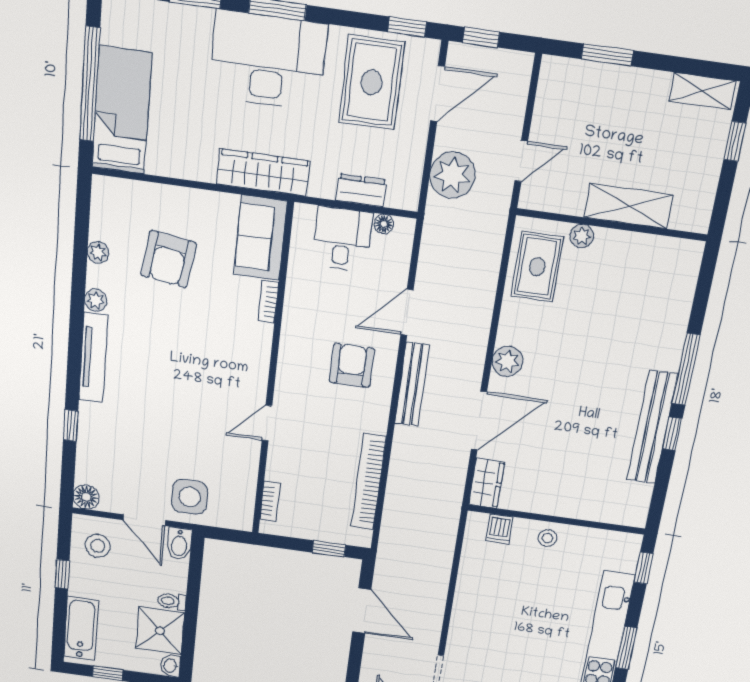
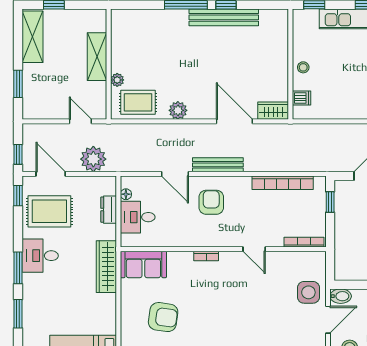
desk: (268, 61) -> (40, 256), width x0.53, depth x0.77
shelving: (703, 91) -> (32, 37), width x1.50, depth x1.33
bookcase: (268, 302) -> (206, 256), moved
plant: (507, 361) -> (178, 110), moved
armchair: (352, 365) -> (211, 202), turned 90
bookcase: (270, 501) -> (304, 242), width x1.56

